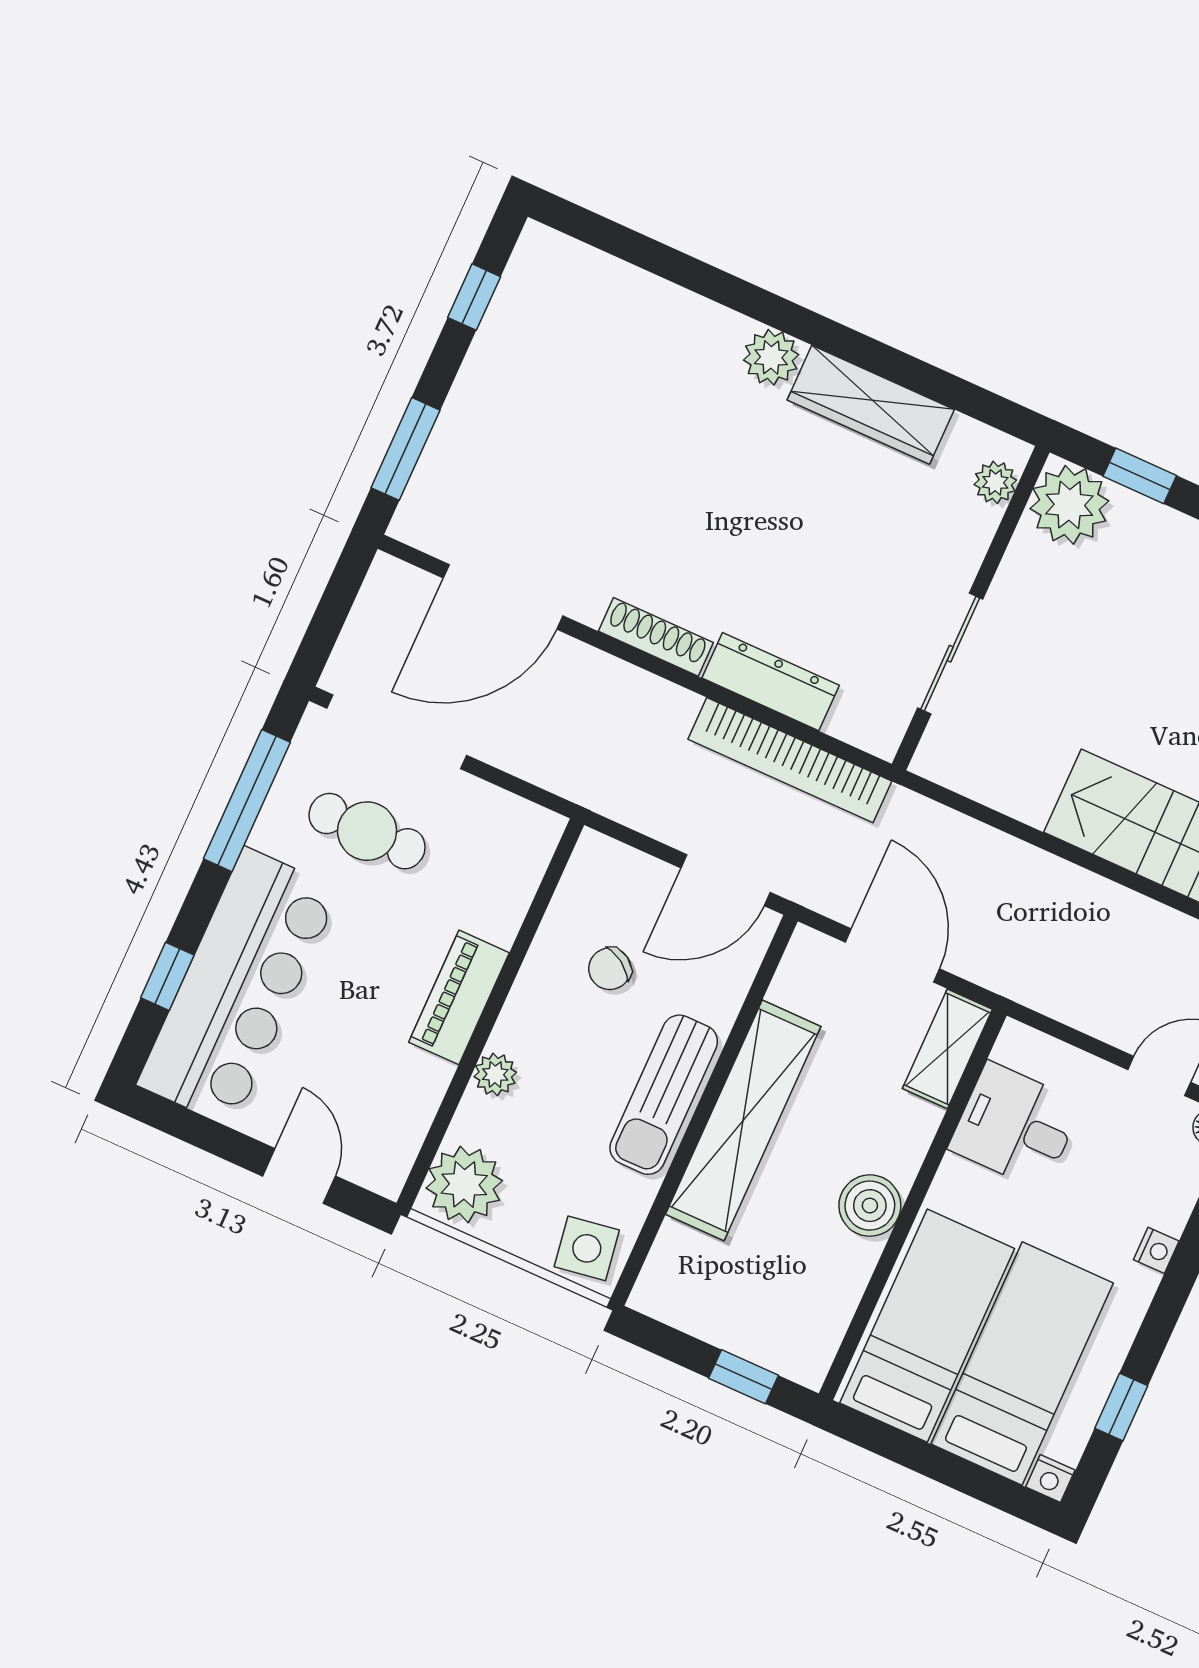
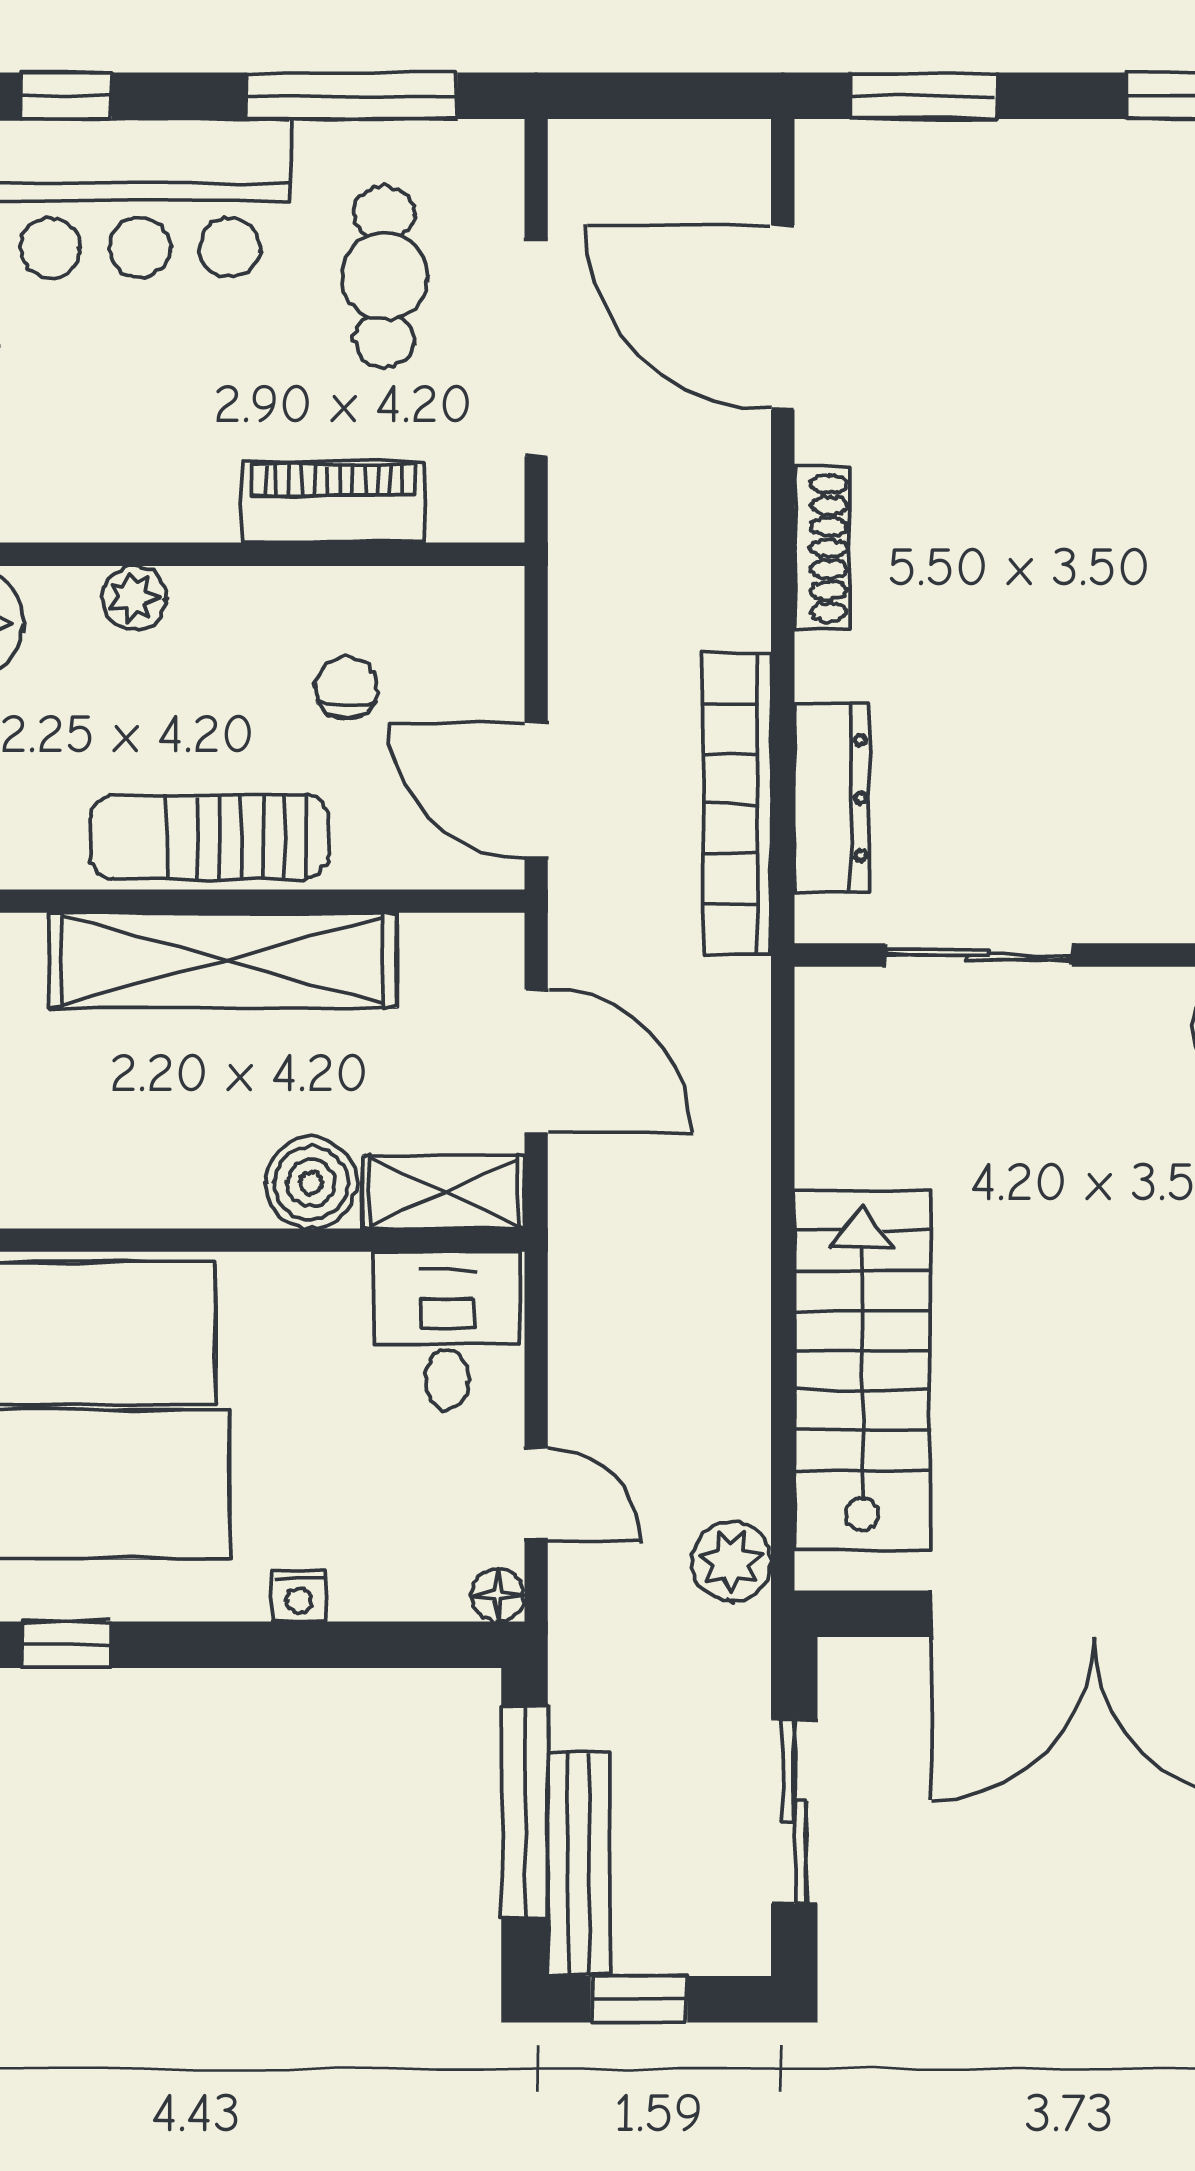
dresser: (771, 682) -> (831, 798), moved
doorway: (397, 732) -> (536, 348), moved
door: (892, 956) -> (536, 1061), hinge flipped
chair: (610, 969) -> (346, 688), turned 57
piano: (459, 997) -> (334, 502), moved
desk: (1015, 1126) -> (447, 1331), moved
boiler: (870, 1206) -> (311, 1183), moved

